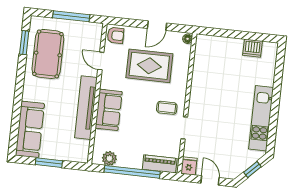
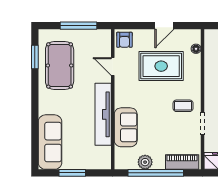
armchair: (116, 35) -> (124, 40), turned 90
floor lamp: (188, 39) -> (196, 49), moved
sofa: (109, 110) -> (126, 127), moved
plant: (109, 158) -> (145, 162), moved

